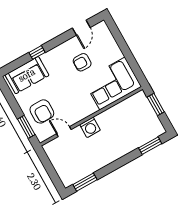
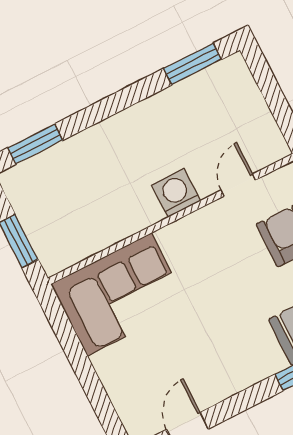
armchair: (82, 62) -> (189, 347), removed
door: (64, 132) -> (238, 185), swing flipped

